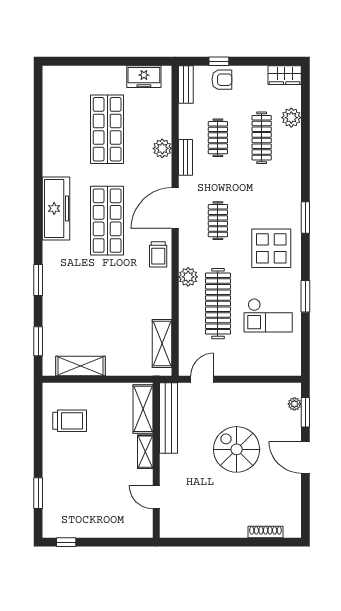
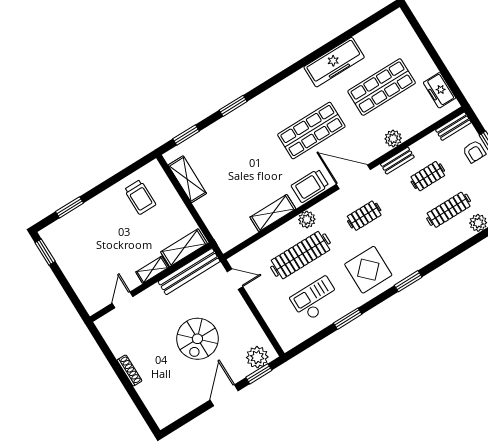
freezer: (56, 208) -> (334, 62), moved
trolley: (158, 254) -> (310, 186), width x1.36, depth x1.39
checkout: (268, 315) -> (315, 299), turned 90
shelving: (162, 343) -> (273, 213), moved
plant: (294, 404) -> (257, 357), width x1.88, depth x1.88
spiral stairs: (237, 449) -> (197, 339), turned 180
shoe rack: (265, 532) -> (129, 370), moved
window: (66, 542) -> (45, 252), width x1.50

